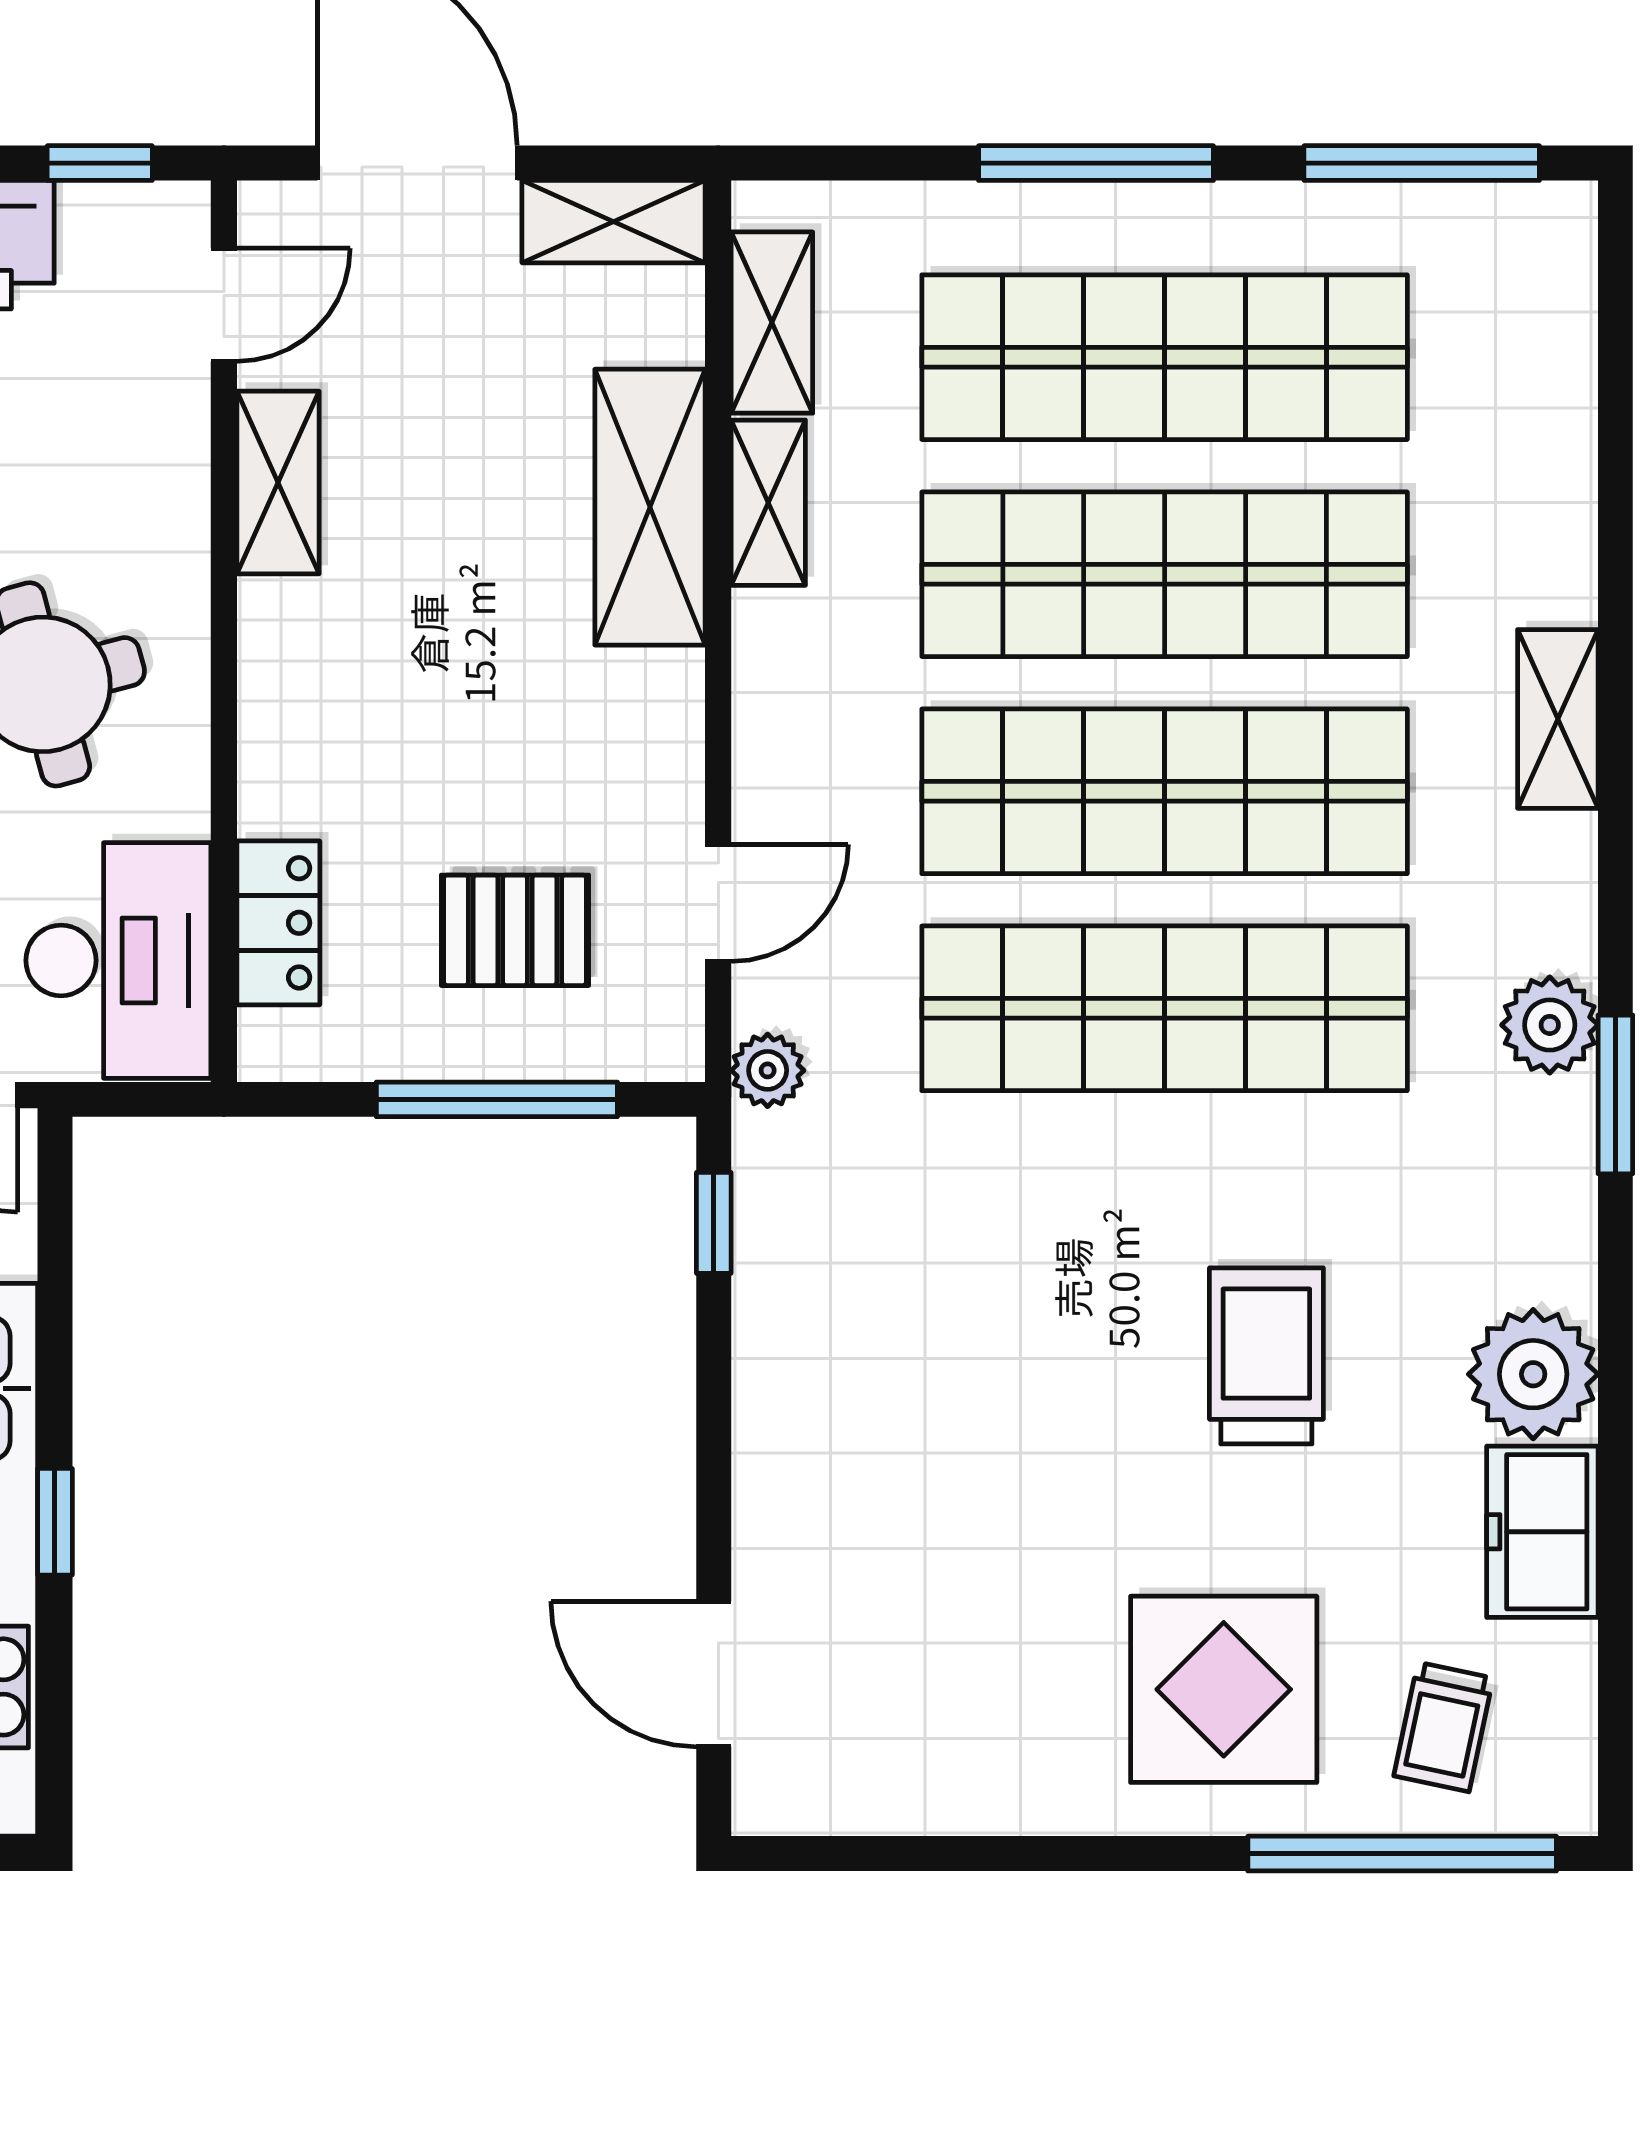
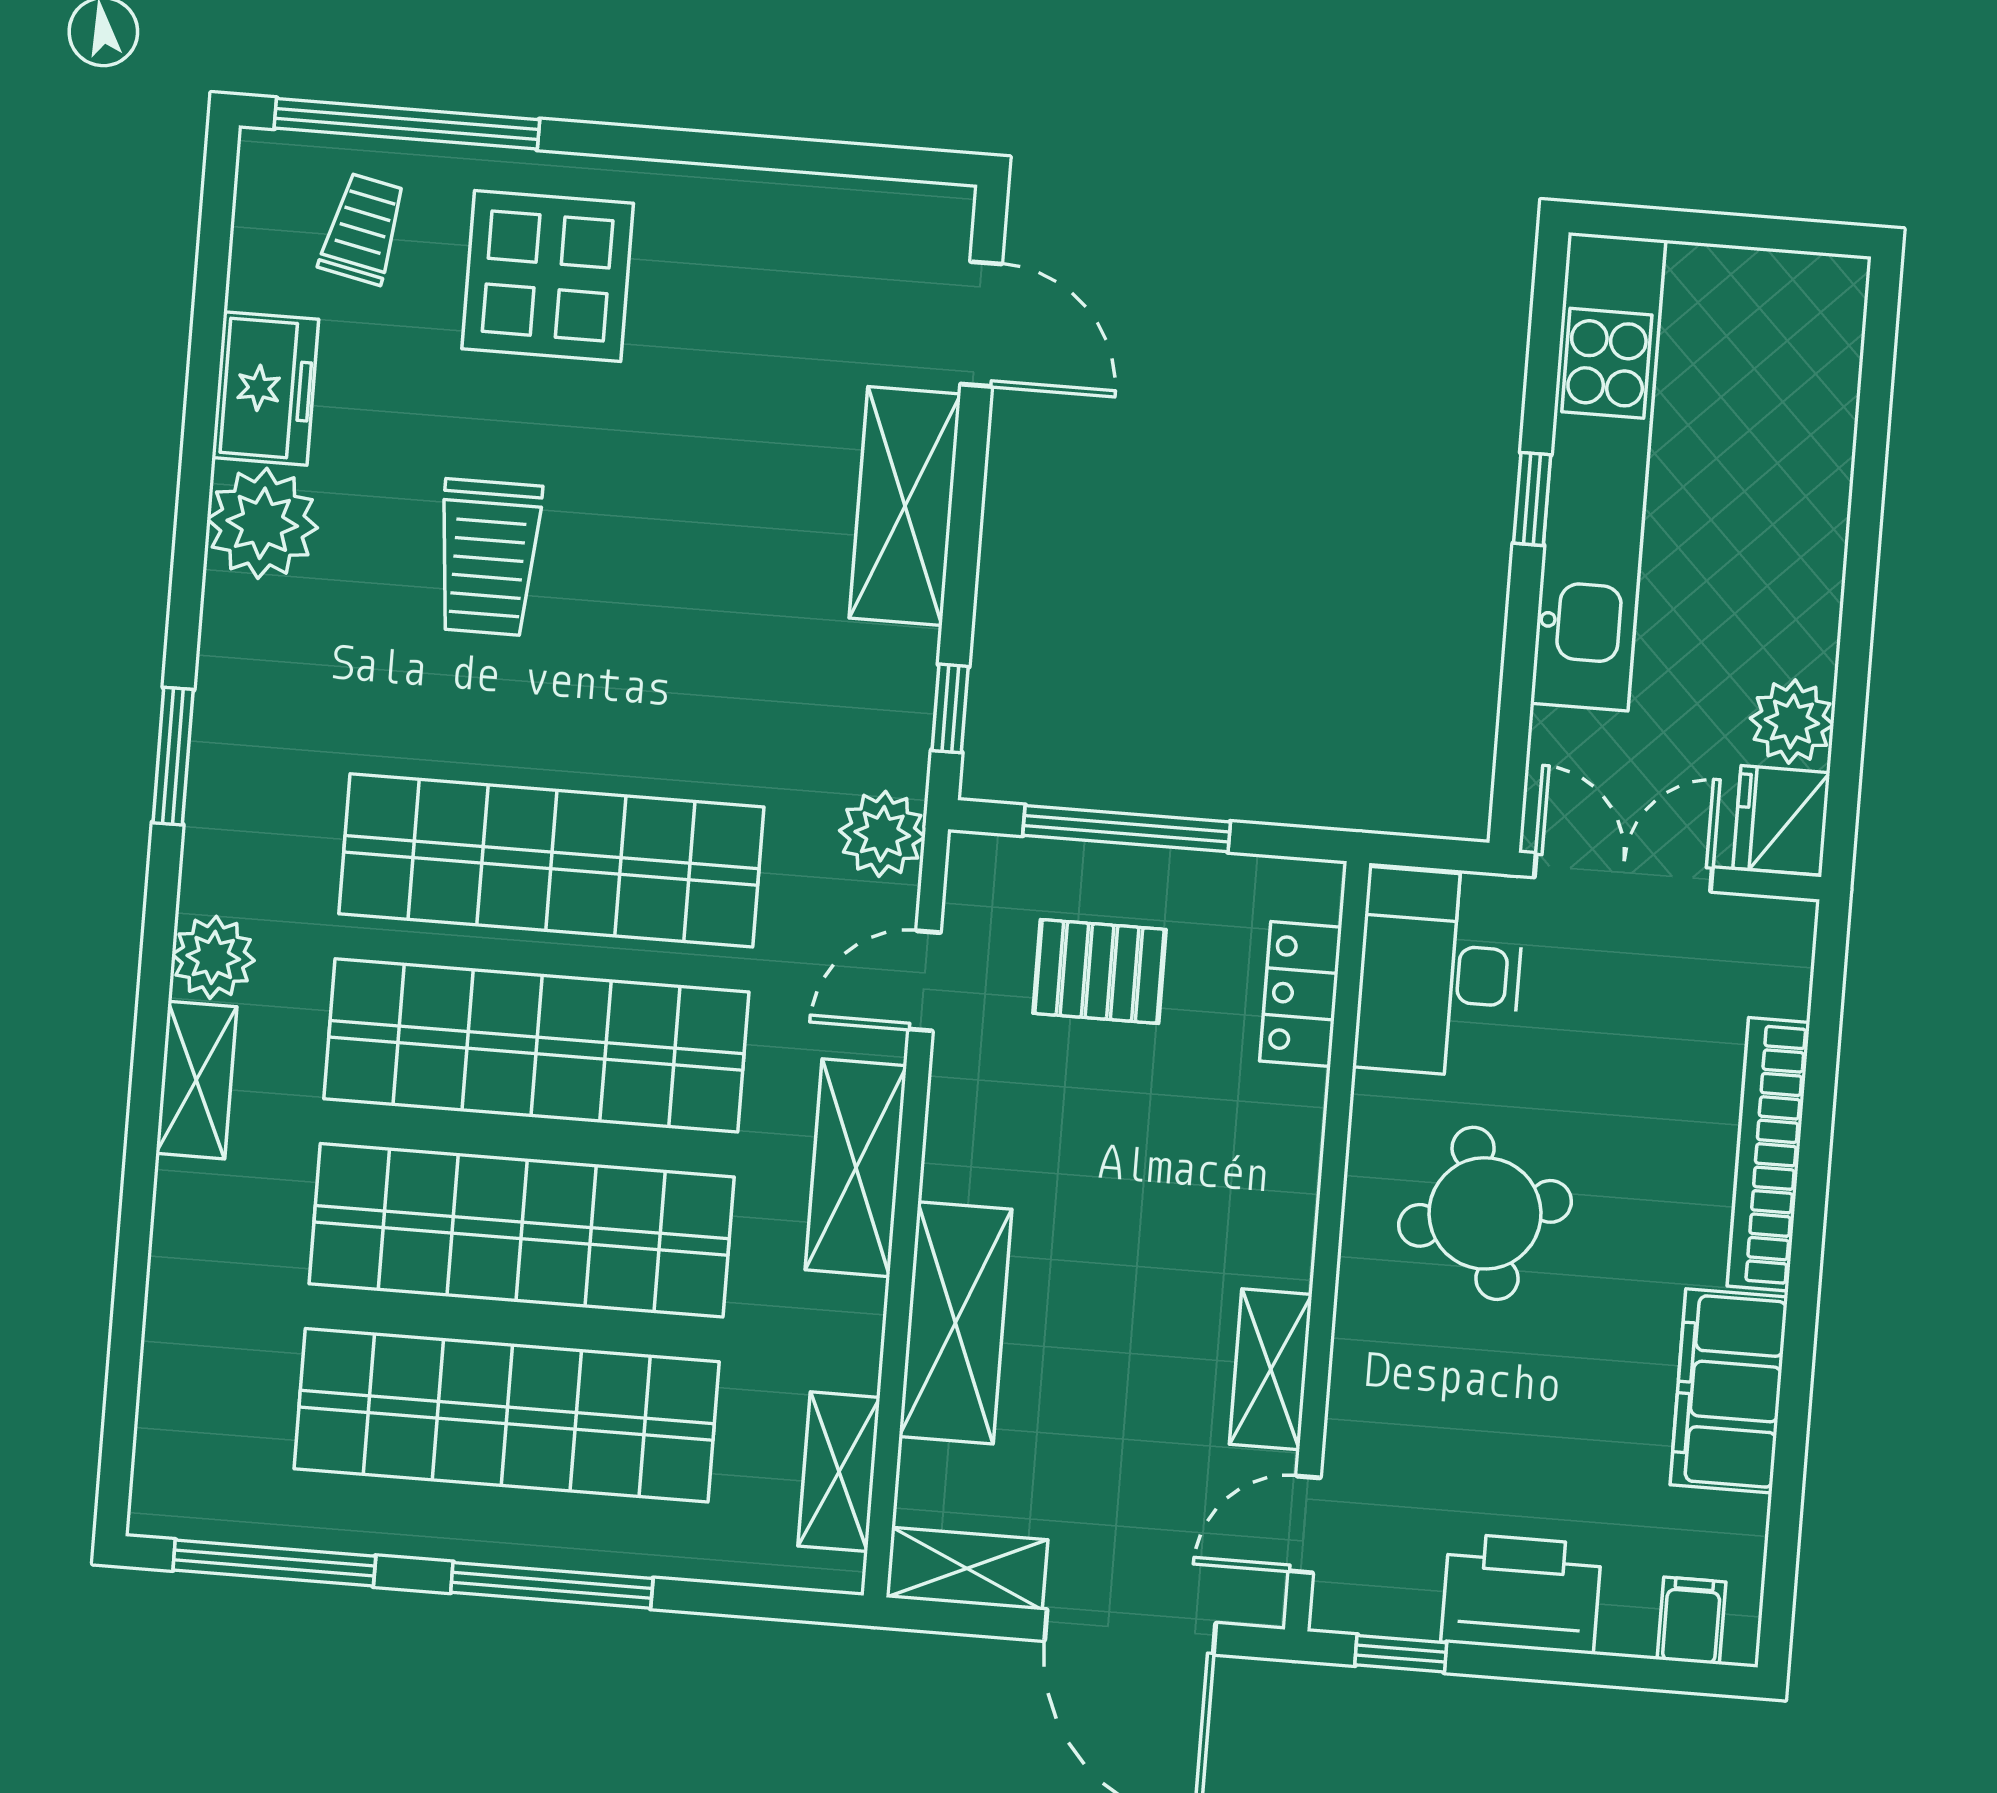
shelving: (768, 503) -> (856, 1168), moved, width x1.50, depth x1.33
plant: (1550, 1025) -> (213, 957), moved
plant: (768, 1070) -> (882, 834), width x1.38, depth x1.38
shelving: (786, 1455) -> (905, 506), added

